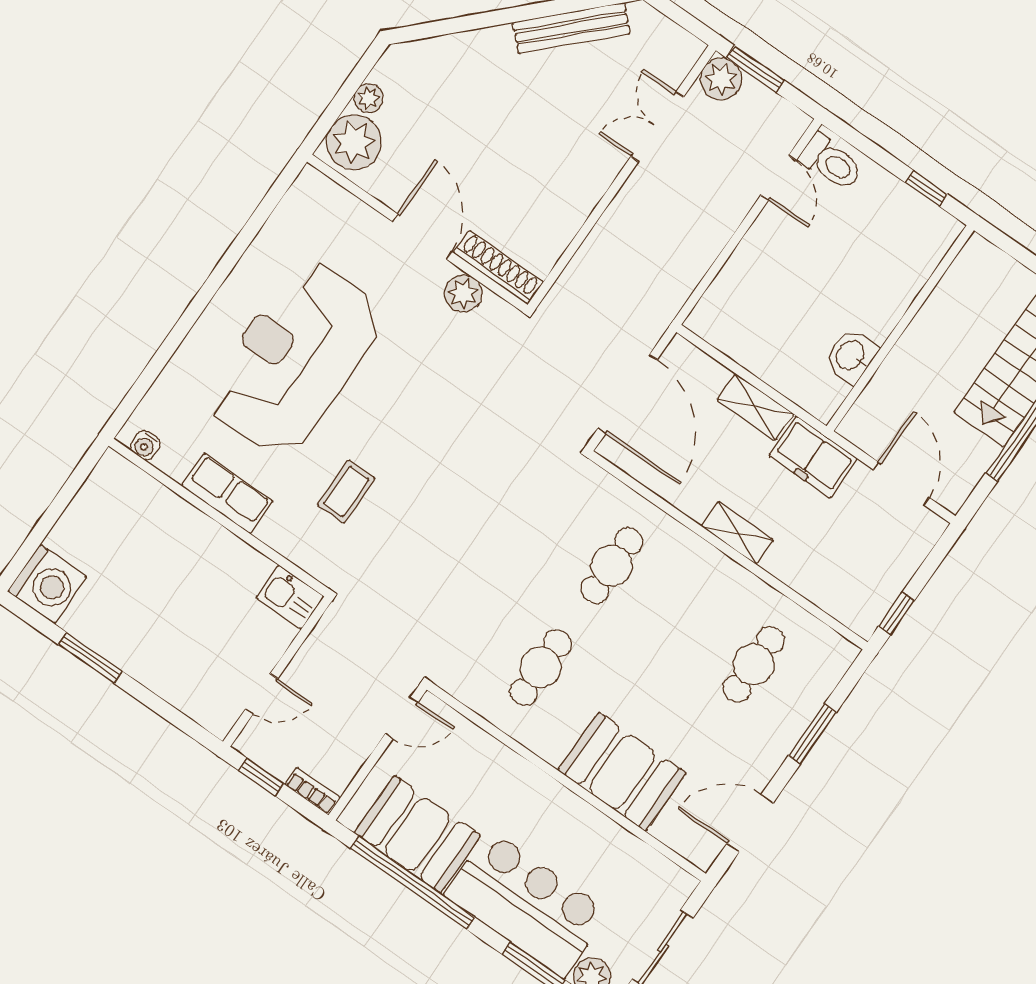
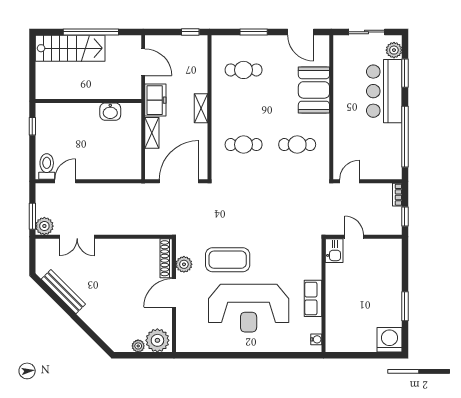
door: (901, 484) -> (143, 62), swing flipped
coffee table: (346, 492) -> (228, 260), moved, width x1.86, depth x1.72
door: (261, 694) -> (354, 237), moved
door: (402, 718) -> (349, 181), hinge flipped
booth: (417, 834) -> (387, 147), removed

